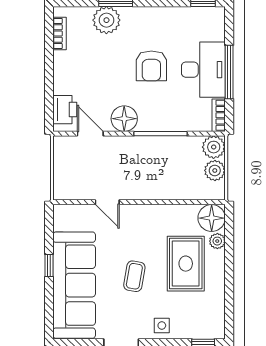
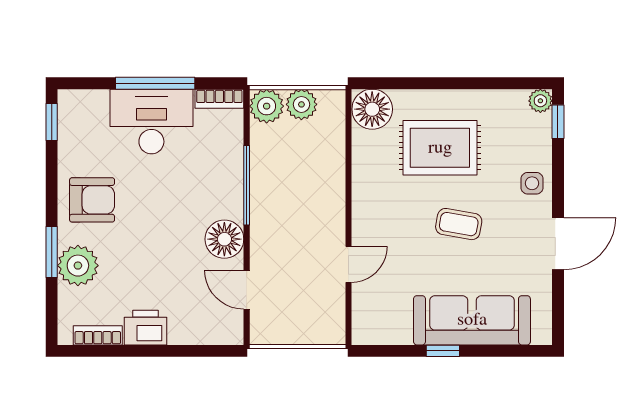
armchair: (151, 66) -> (92, 200), moved
printer: (65, 110) -> (146, 328), moved
door: (90, 134) -> (247, 290), hinge flipped
plant: (217, 241) -> (540, 101), moved
sofa: (74, 285) -> (472, 320), width x0.74, depth x0.79

